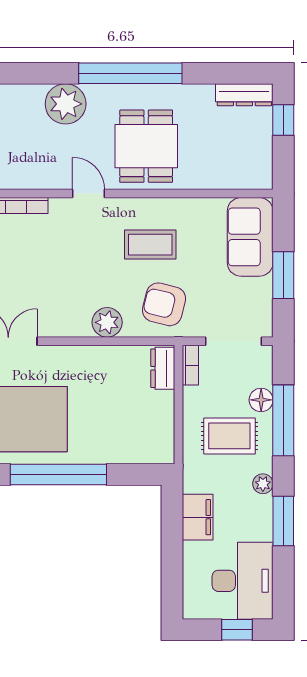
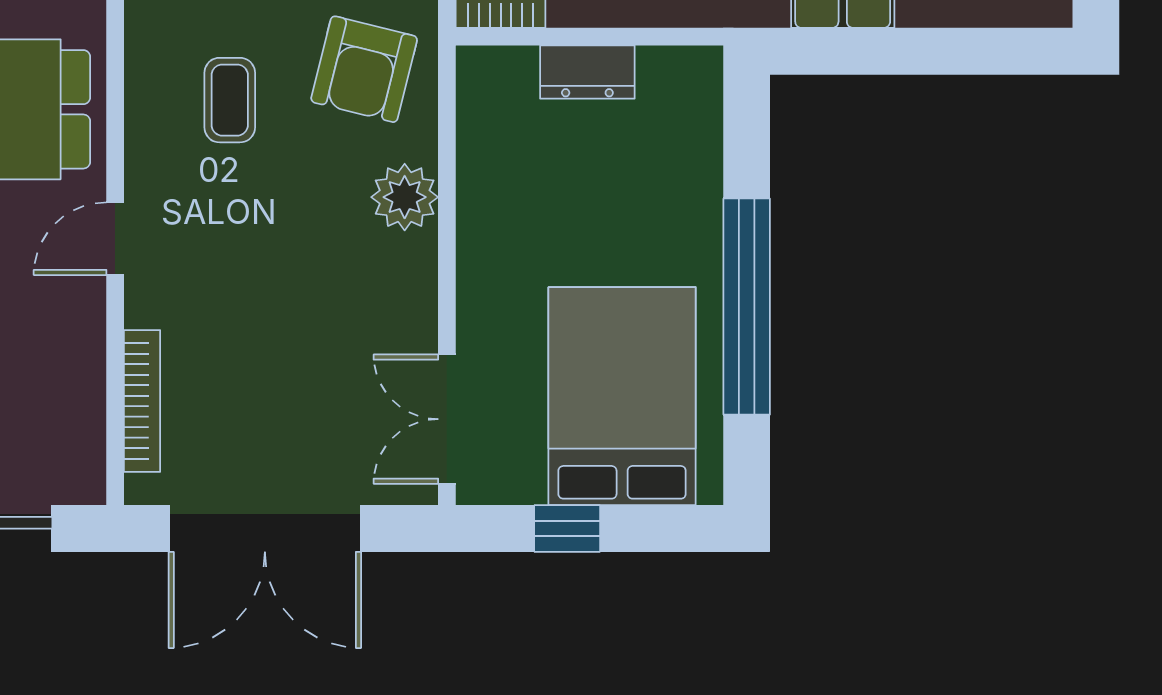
coffee table: (150, 245) -> (230, 100), width x0.73, depth x0.77
dresser: (163, 368) -> (587, 72), moved

